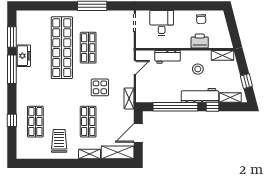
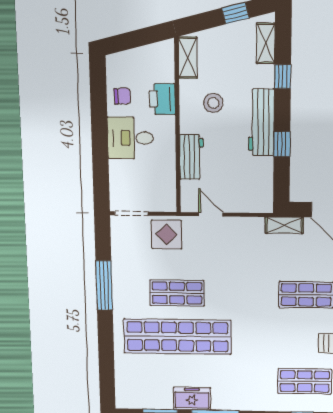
desk: (162, 23) -> (130, 138), moved
display table: (100, 87) -> (167, 234), moved
workbench: (200, 95) -> (261, 122), moved
shelving: (129, 98) -> (284, 225), moved
window: (175, 107) -> (282, 144), width x0.32

